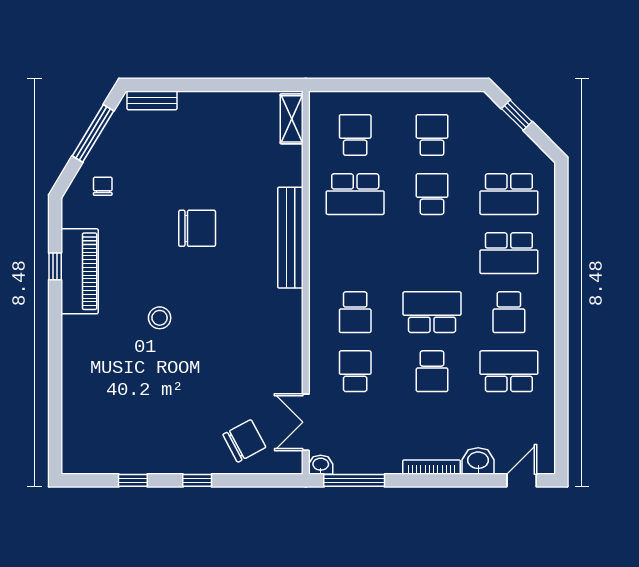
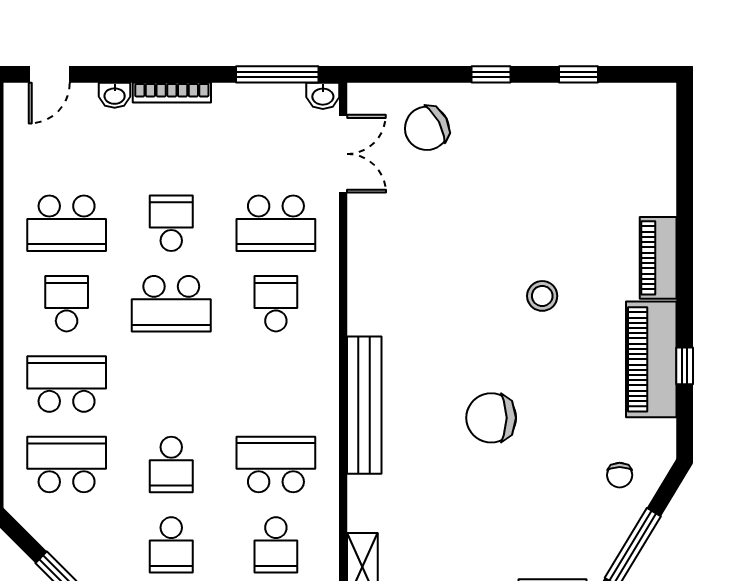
piano: (74, 346) -> (658, 258), added
school desk: (355, 371) -> (276, 223), width x1.85
washbasin: (478, 461) -> (115, 95), width x0.72, depth x0.69

